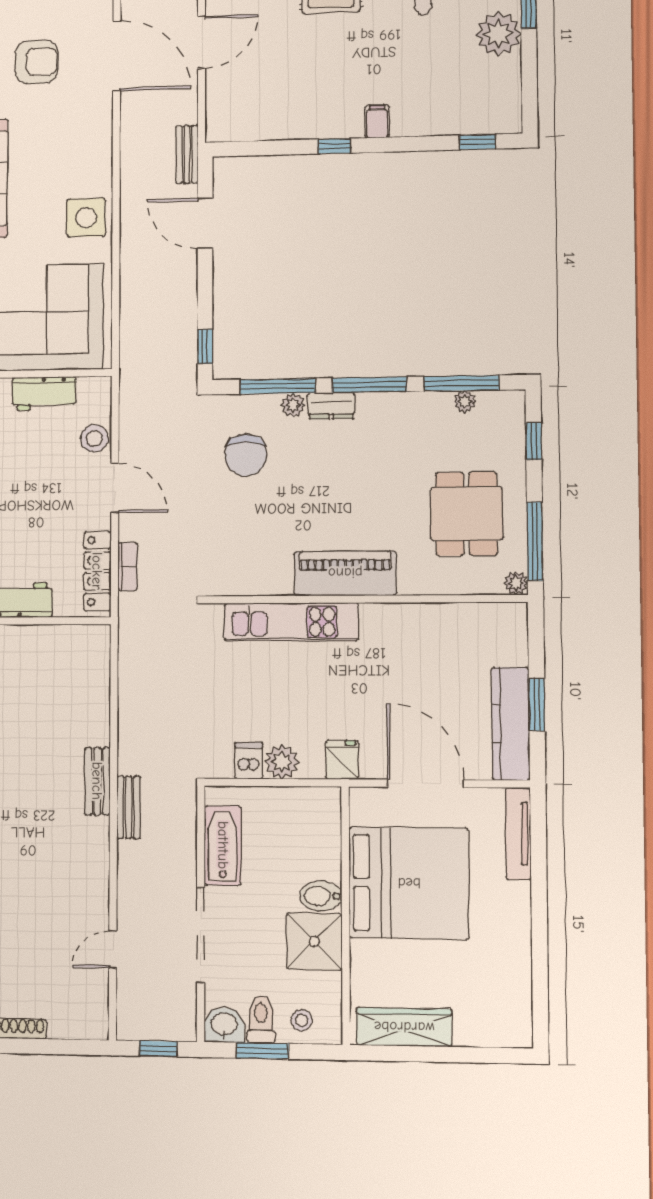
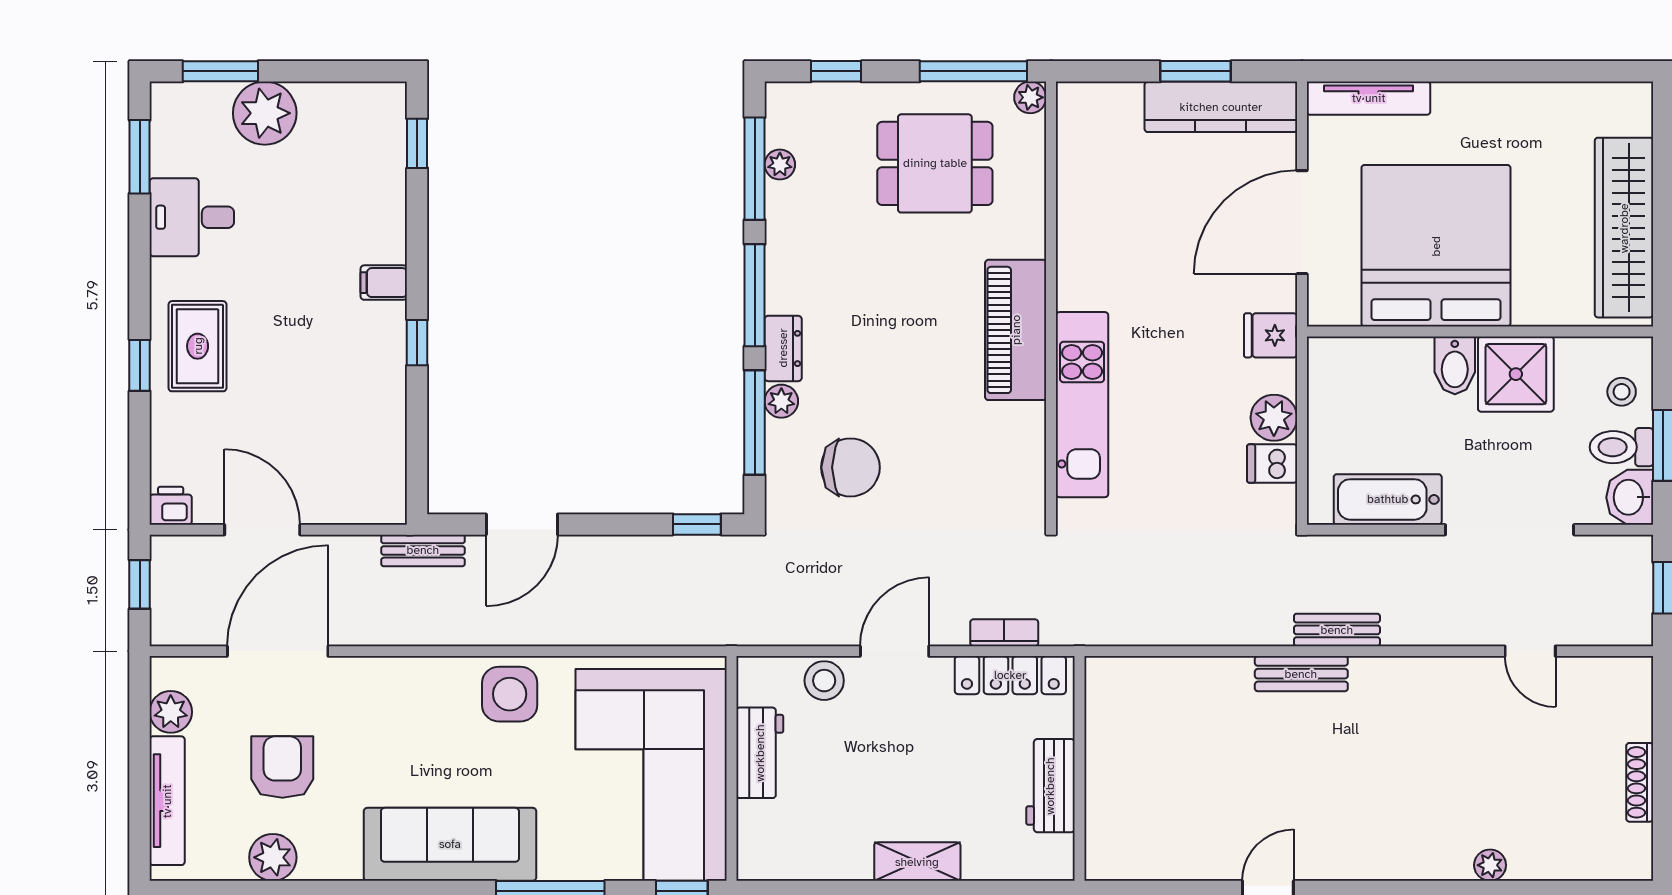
wardrobe: (404, 1027) -> (1624, 228), width x1.40, depth x1.17

